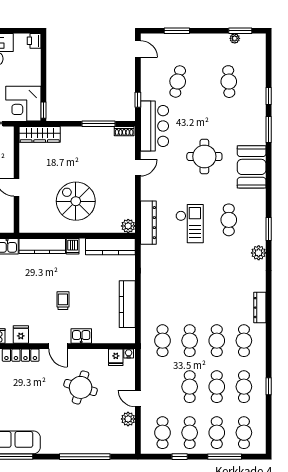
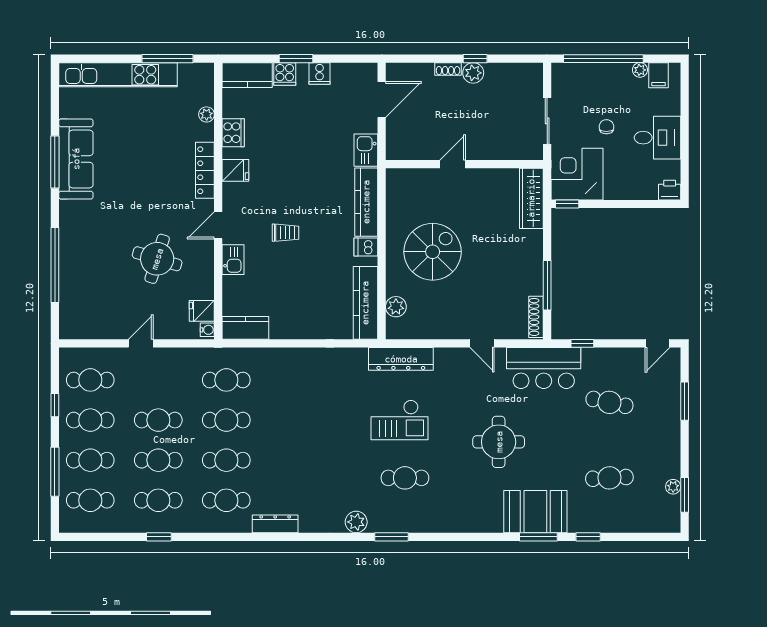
shoe rack: (124, 131) -> (536, 317), width x1.43
booth: (252, 167) -> (535, 512), moved
plant: (128, 226) -> (396, 307), moved
kitchen counter: (127, 304) -> (245, 328), moved, width x0.67
plant: (128, 419) -> (111, 329), removed

